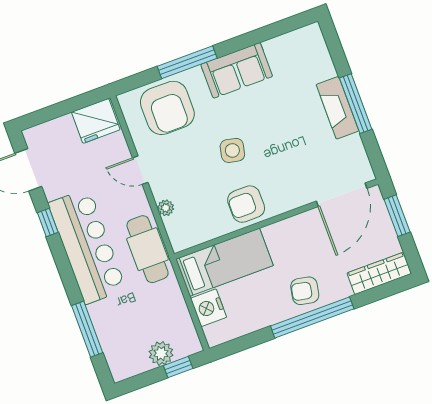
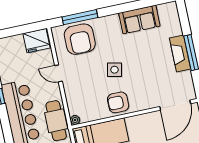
window: (187, 62) -> (80, 17), moved
sofa: (237, 70) -> (139, 20), moved
plant: (166, 208) -> (75, 120), moved

